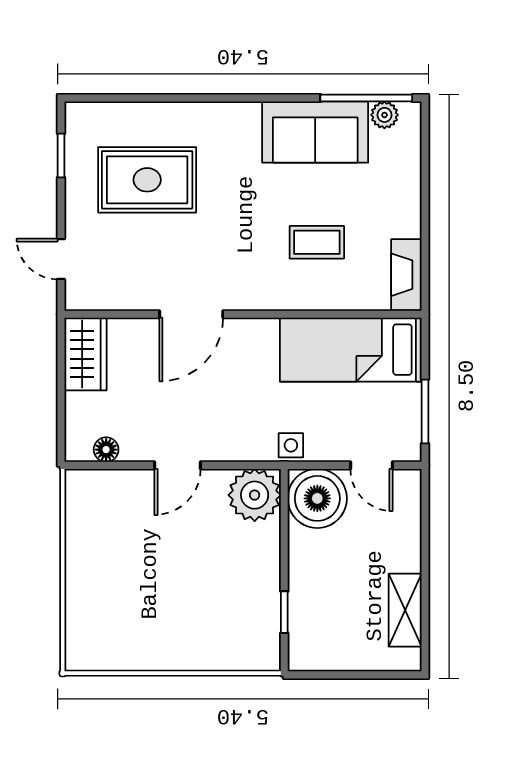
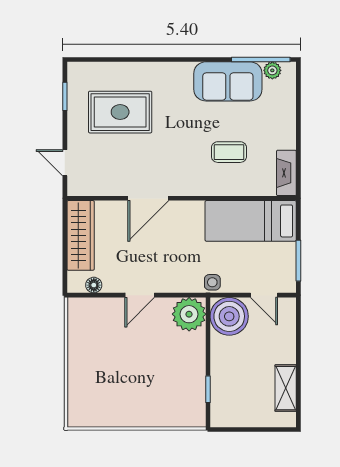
wardrobe: (86, 354) -> (81, 235), width x1.50

